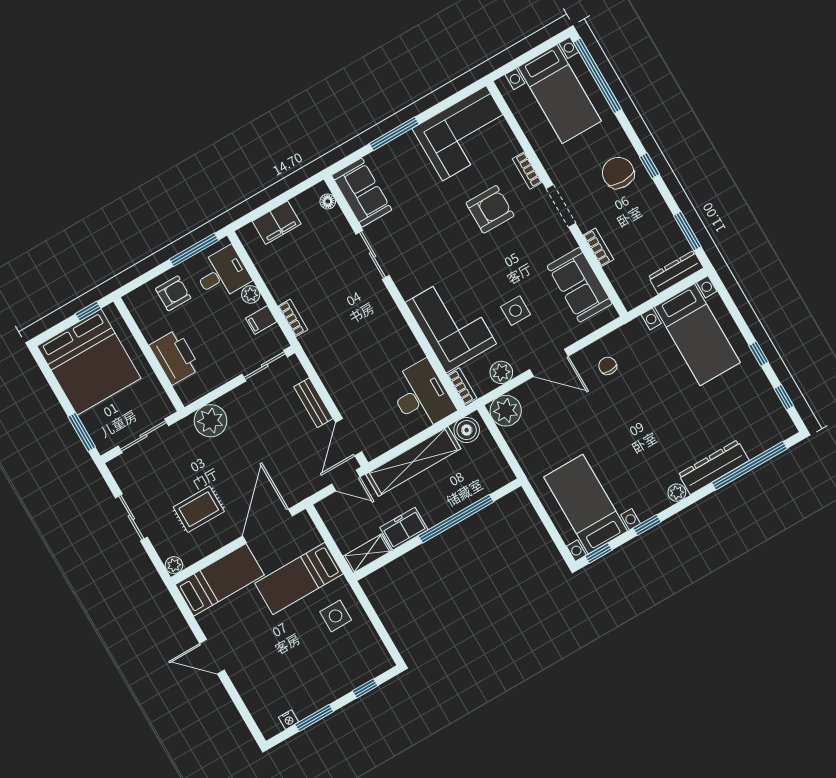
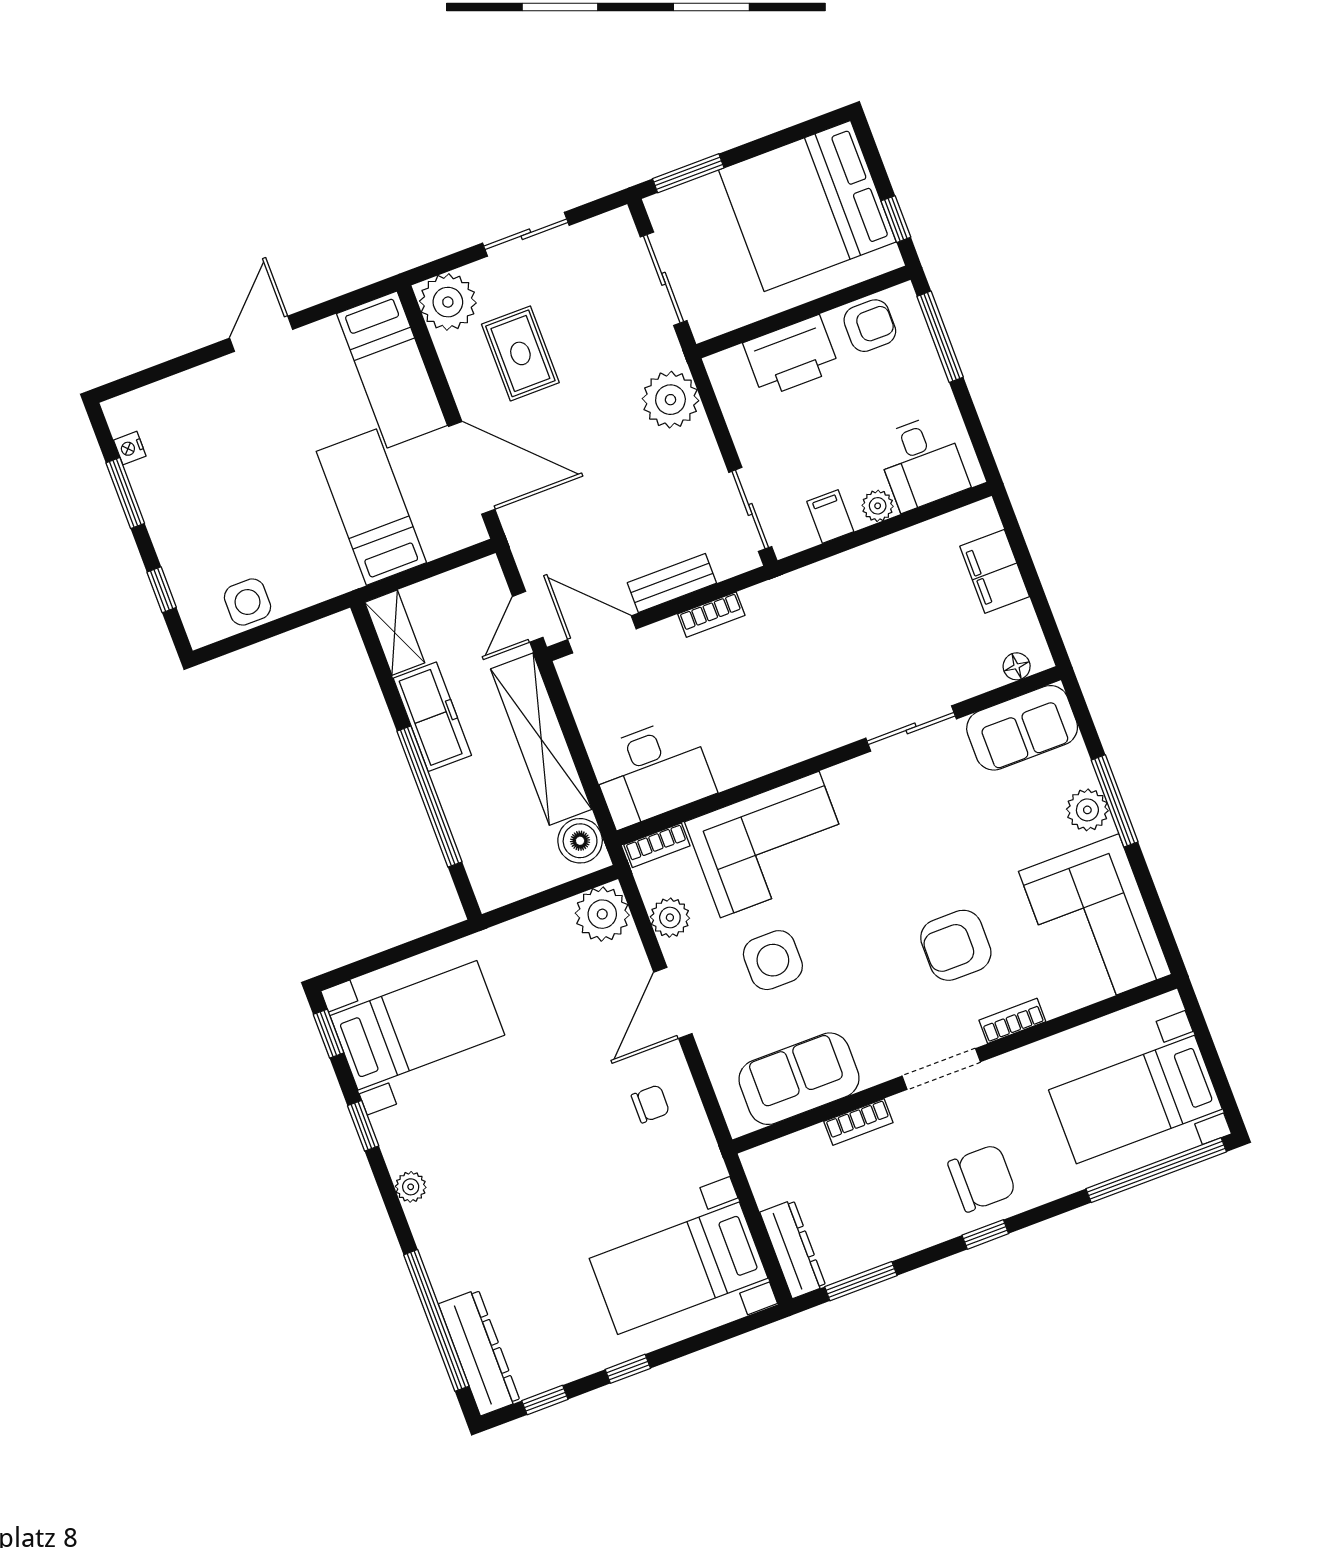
plant: (402, 148) -> (1087, 810), added
armchair: (490, 209) -> (956, 945), turned 90
window: (194, 250) -> (940, 337), moved
armchair: (173, 293) -> (870, 326), moved, turned -90
side table: (516, 311) -> (773, 960), width x1.37, depth x1.37
bookcase: (293, 318) -> (711, 615), moved
dresser: (714, 467) -> (479, 1353), moved
freezer: (404, 529) -> (432, 717), width x1.40
plant: (174, 565) -> (448, 302), width x1.88, depth x1.88
side table: (336, 616) -> (248, 602), moved

